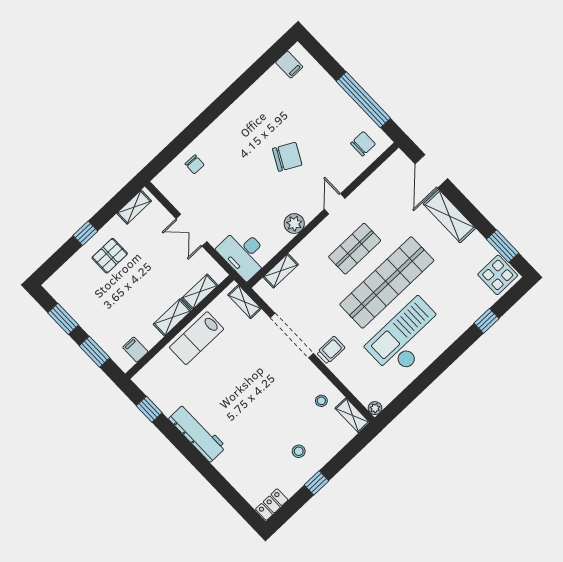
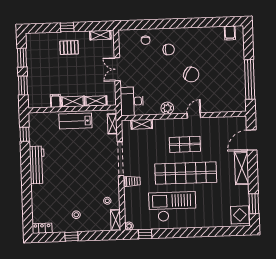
chair: (363, 144) -> (169, 49), moved
window: (487, 321) -> (145, 234), moved
filing cabinet: (135, 350) -> (56, 101), moved

